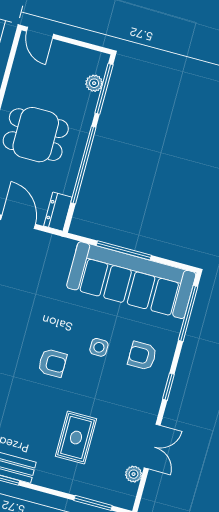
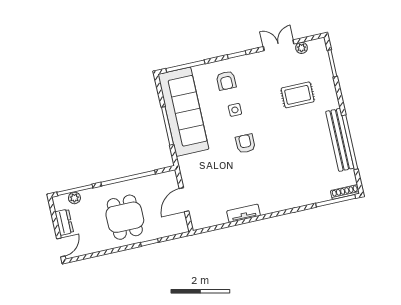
dresser: (58, 212) -> (64, 222), moved, turned -90
armchair: (52, 363) -> (245, 144), moved

